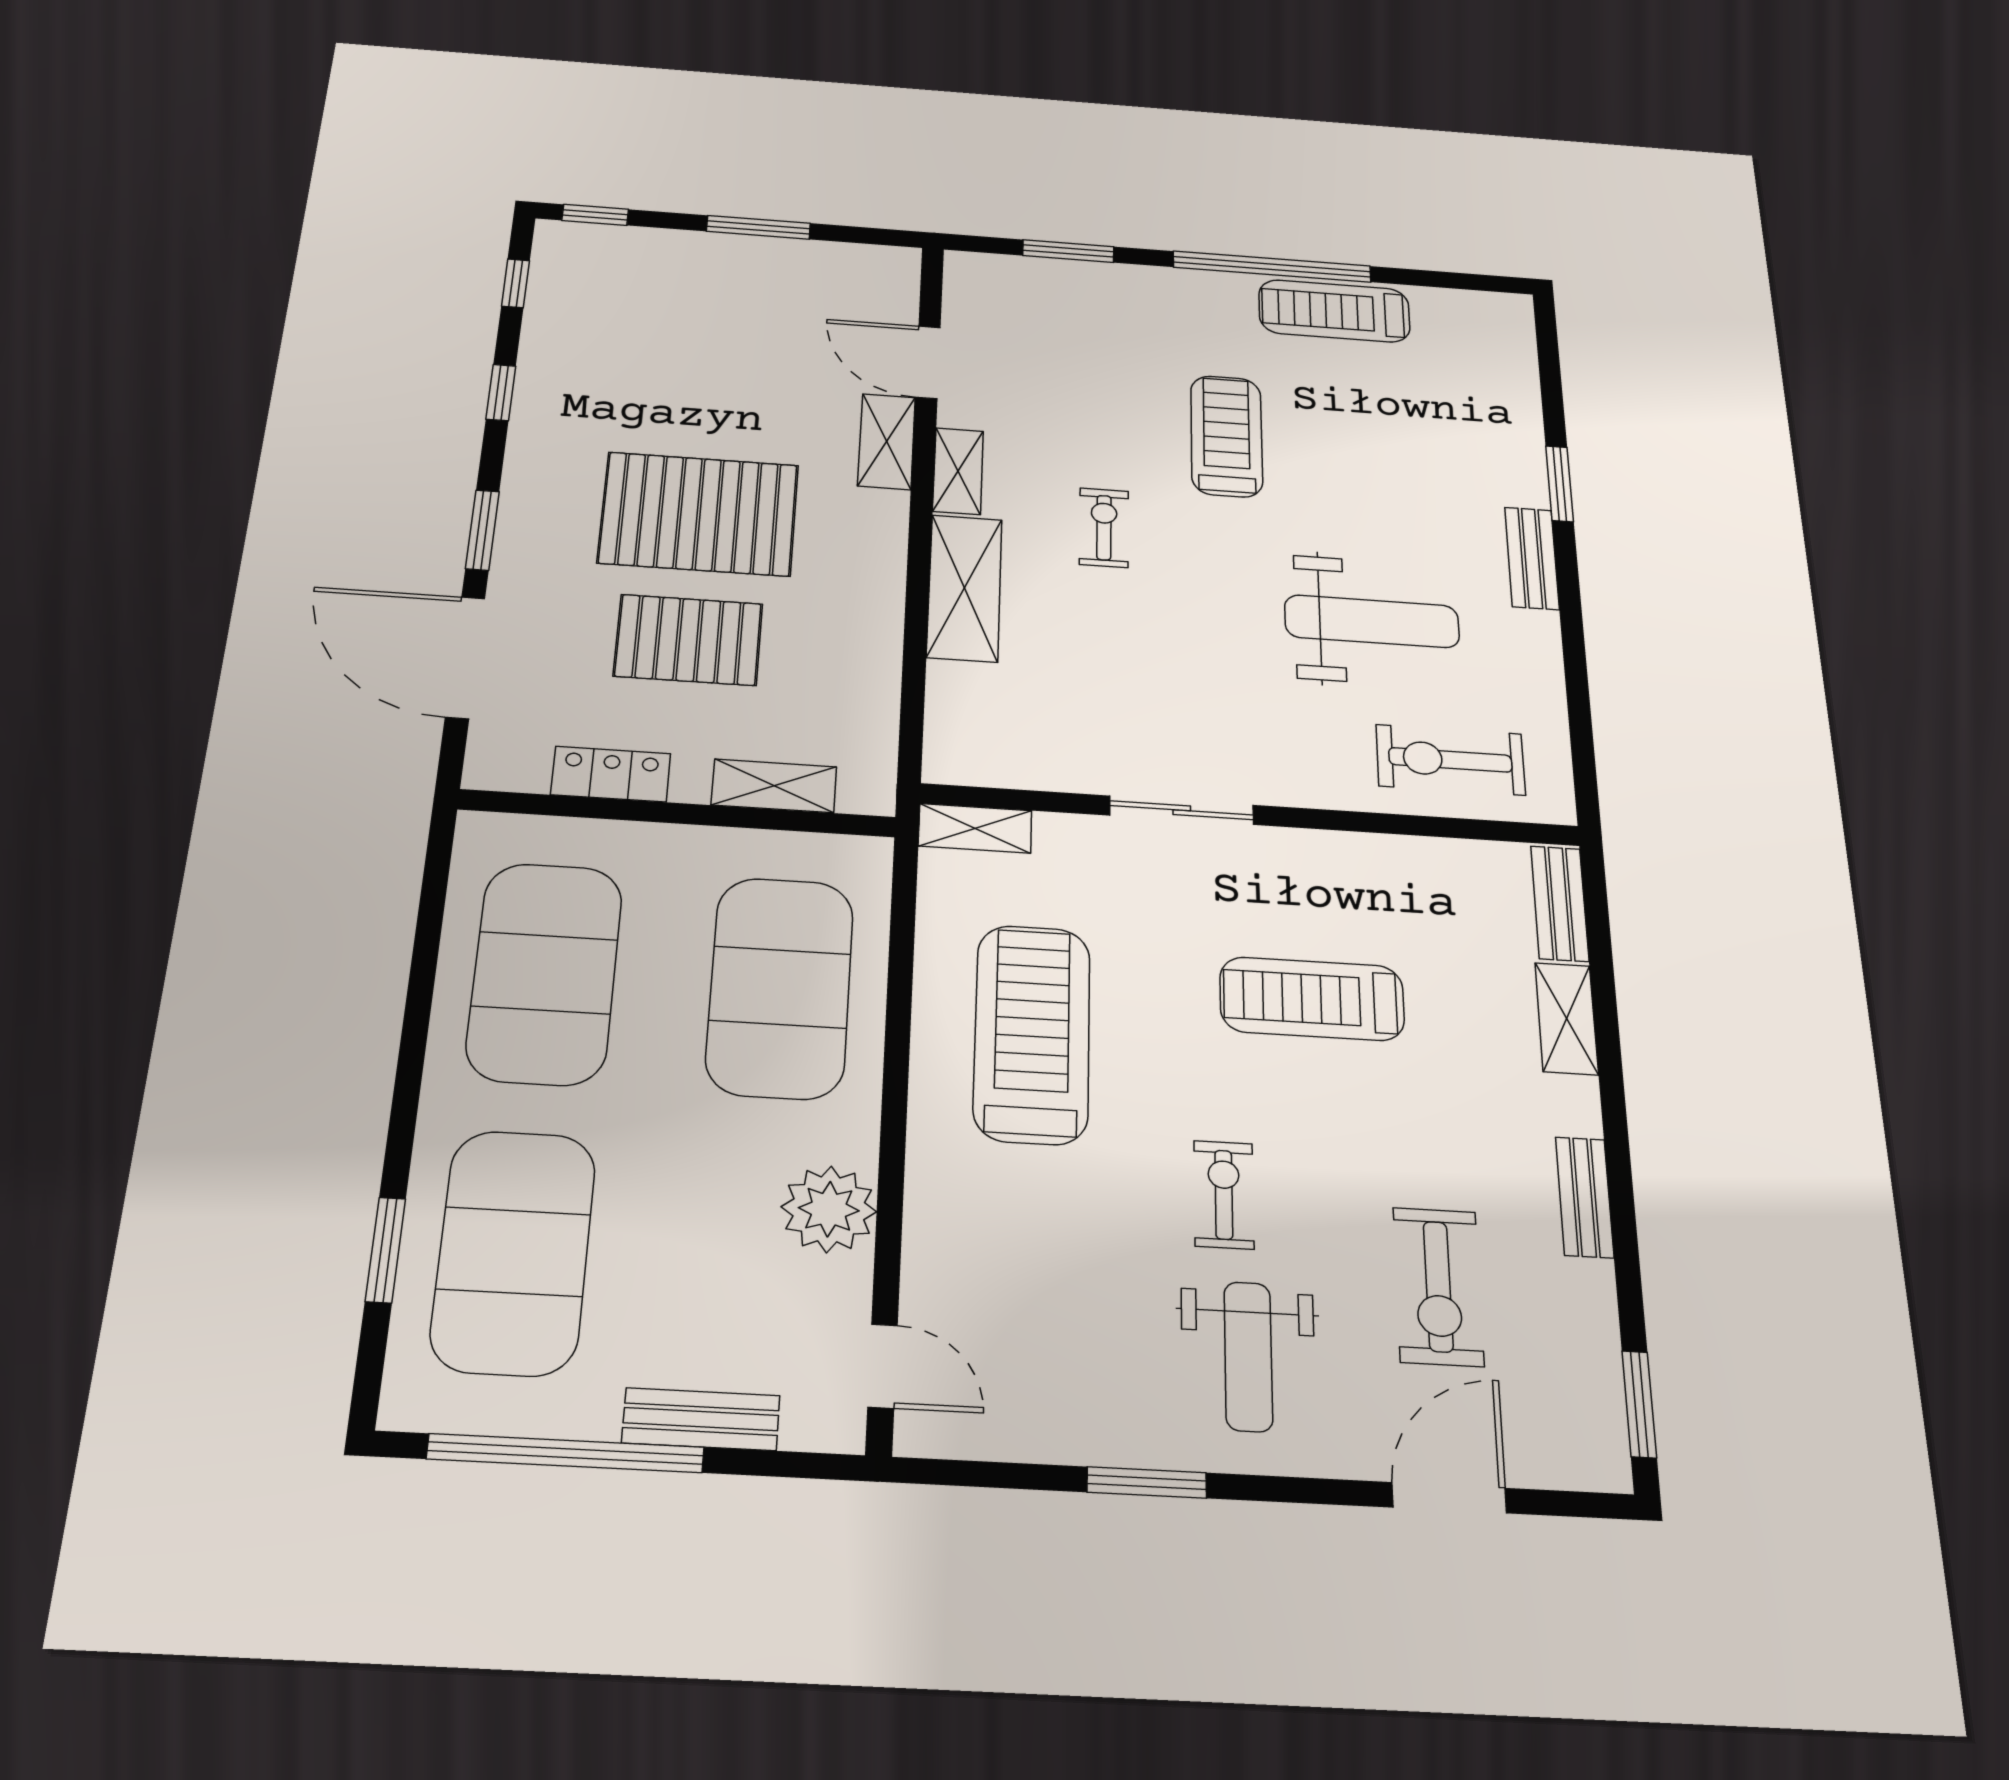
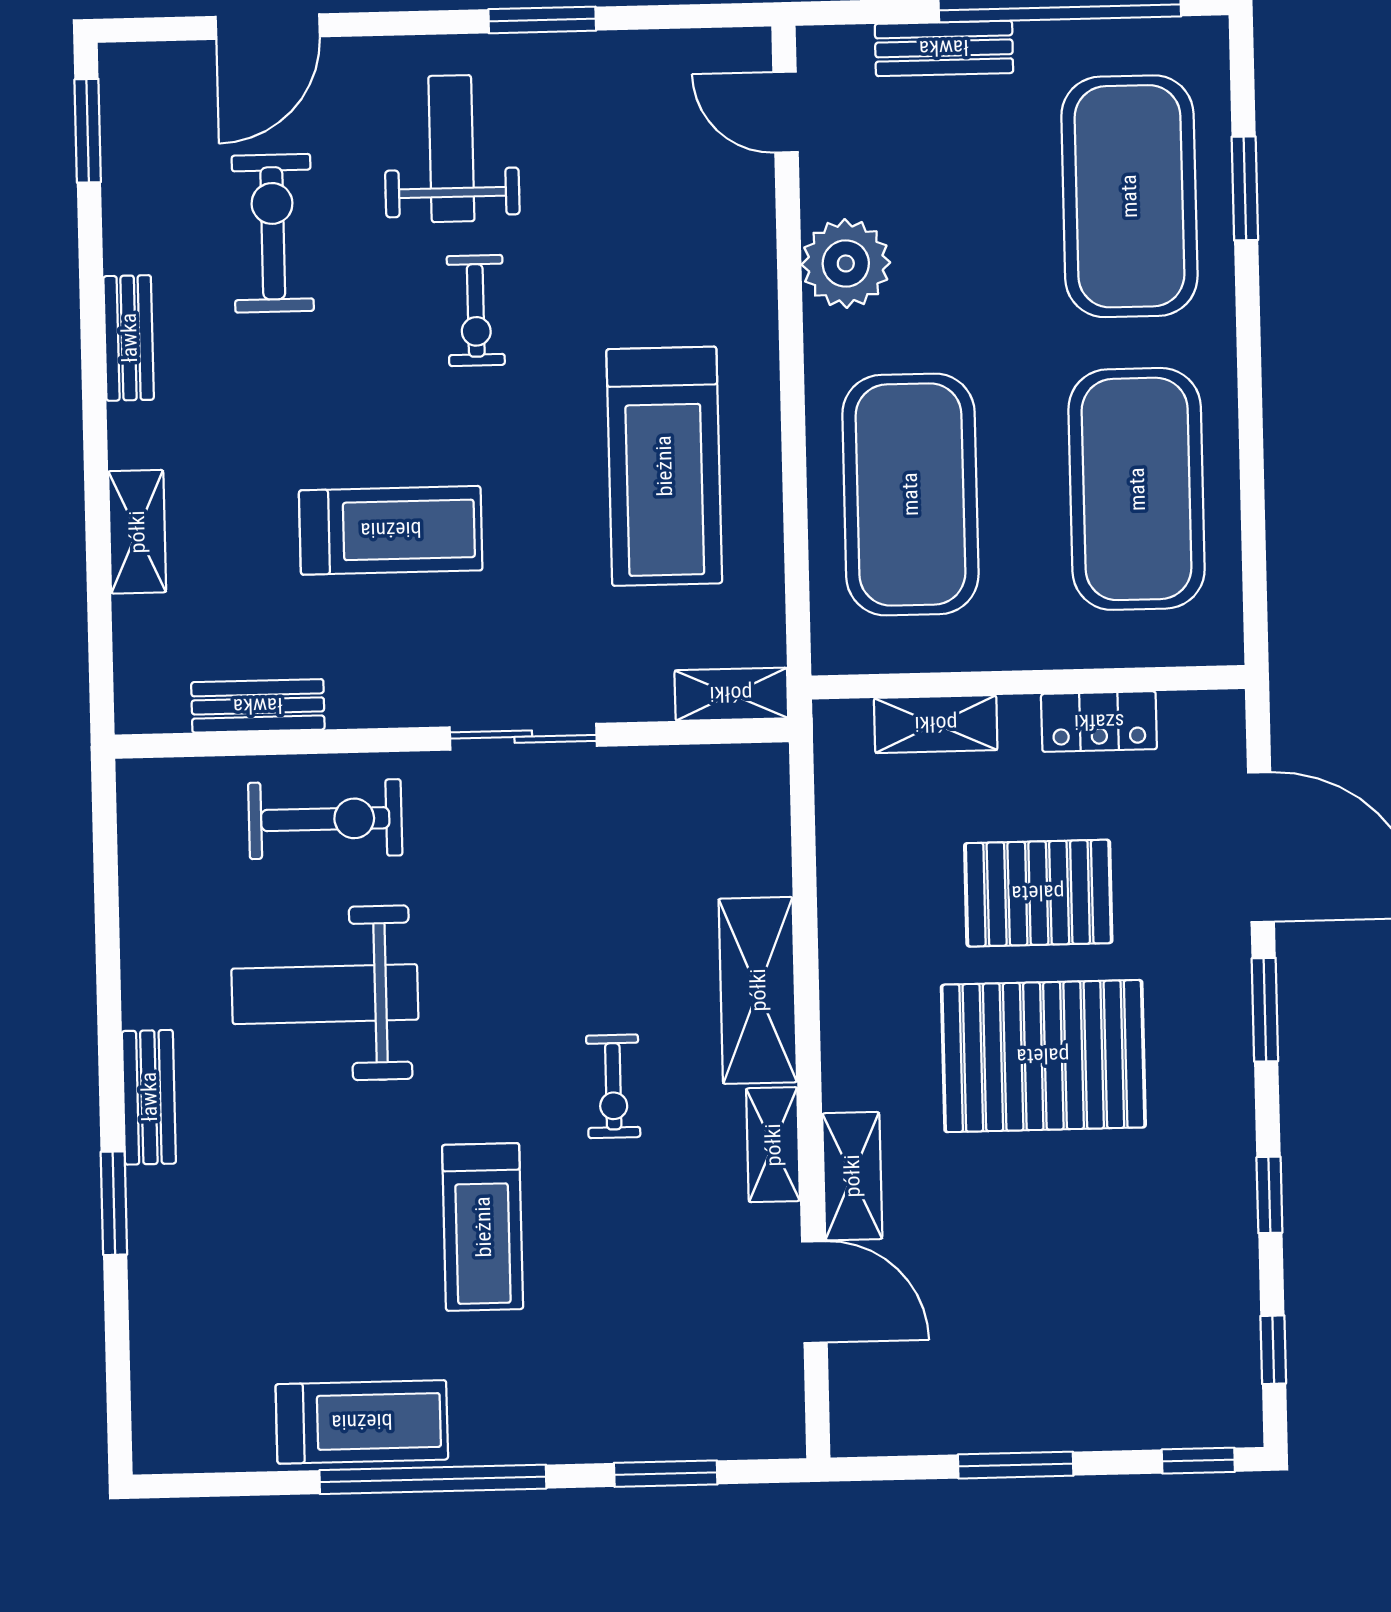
exercise bike: (1450, 760) -> (325, 819), moved
bench: (1560, 903) -> (258, 706), moved, turned 90

